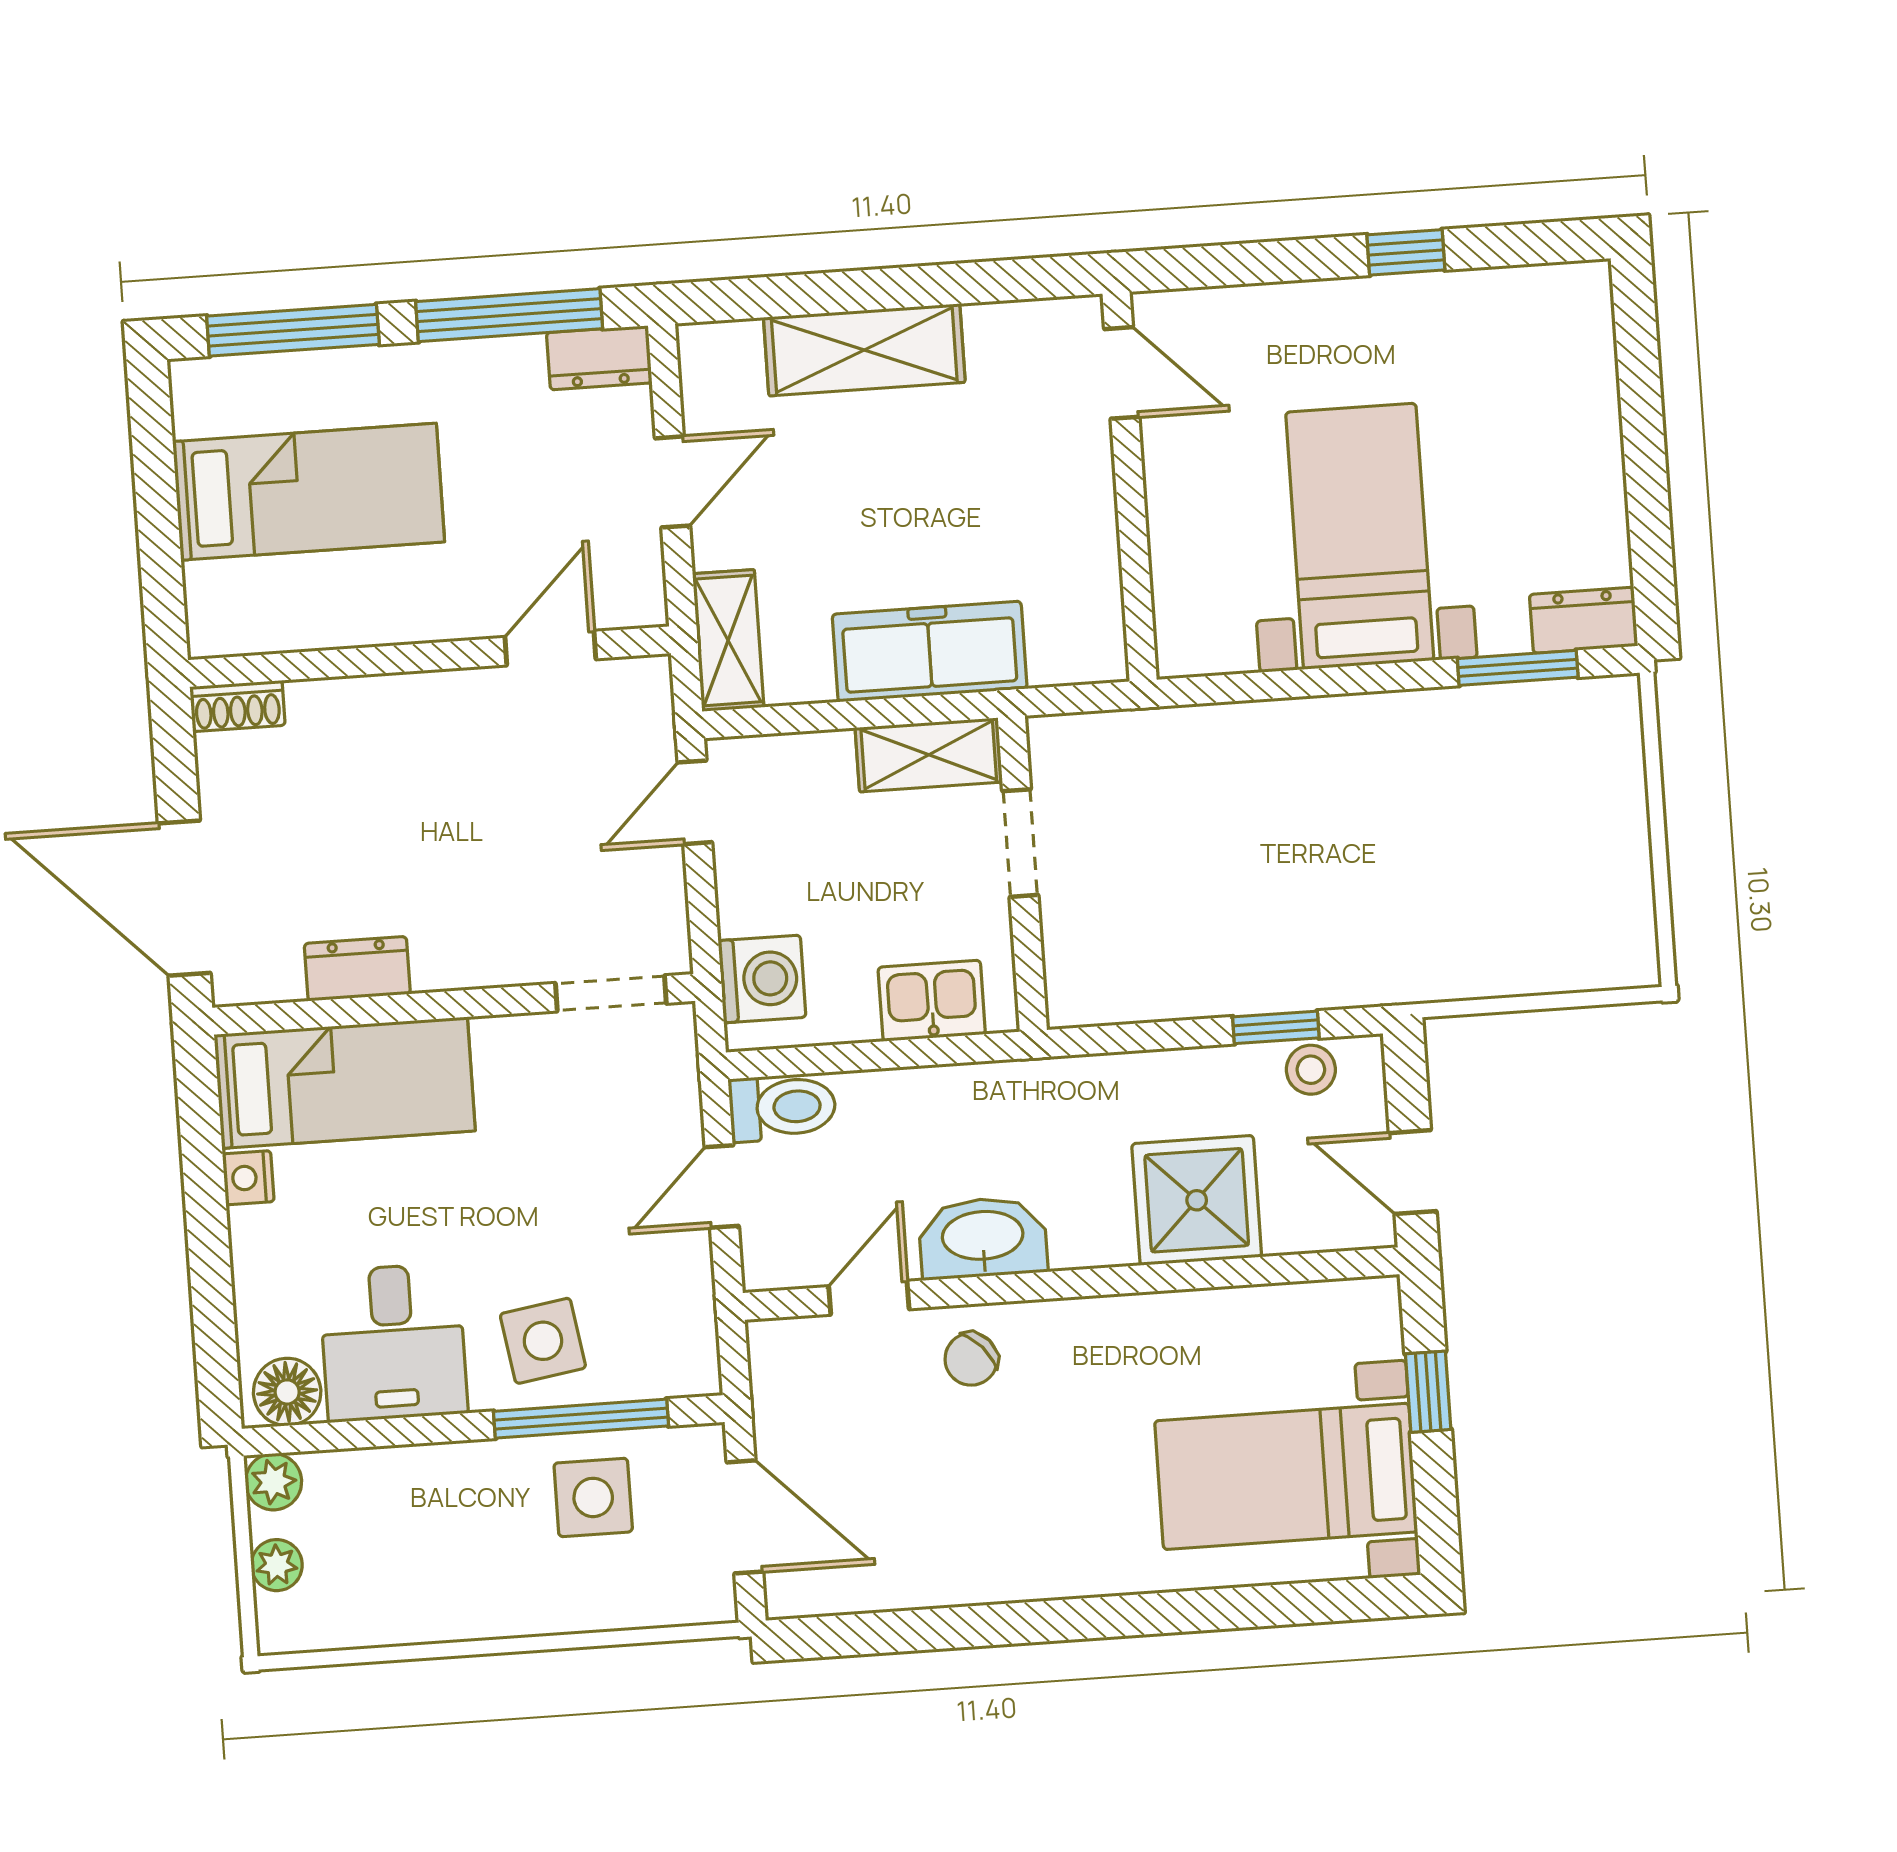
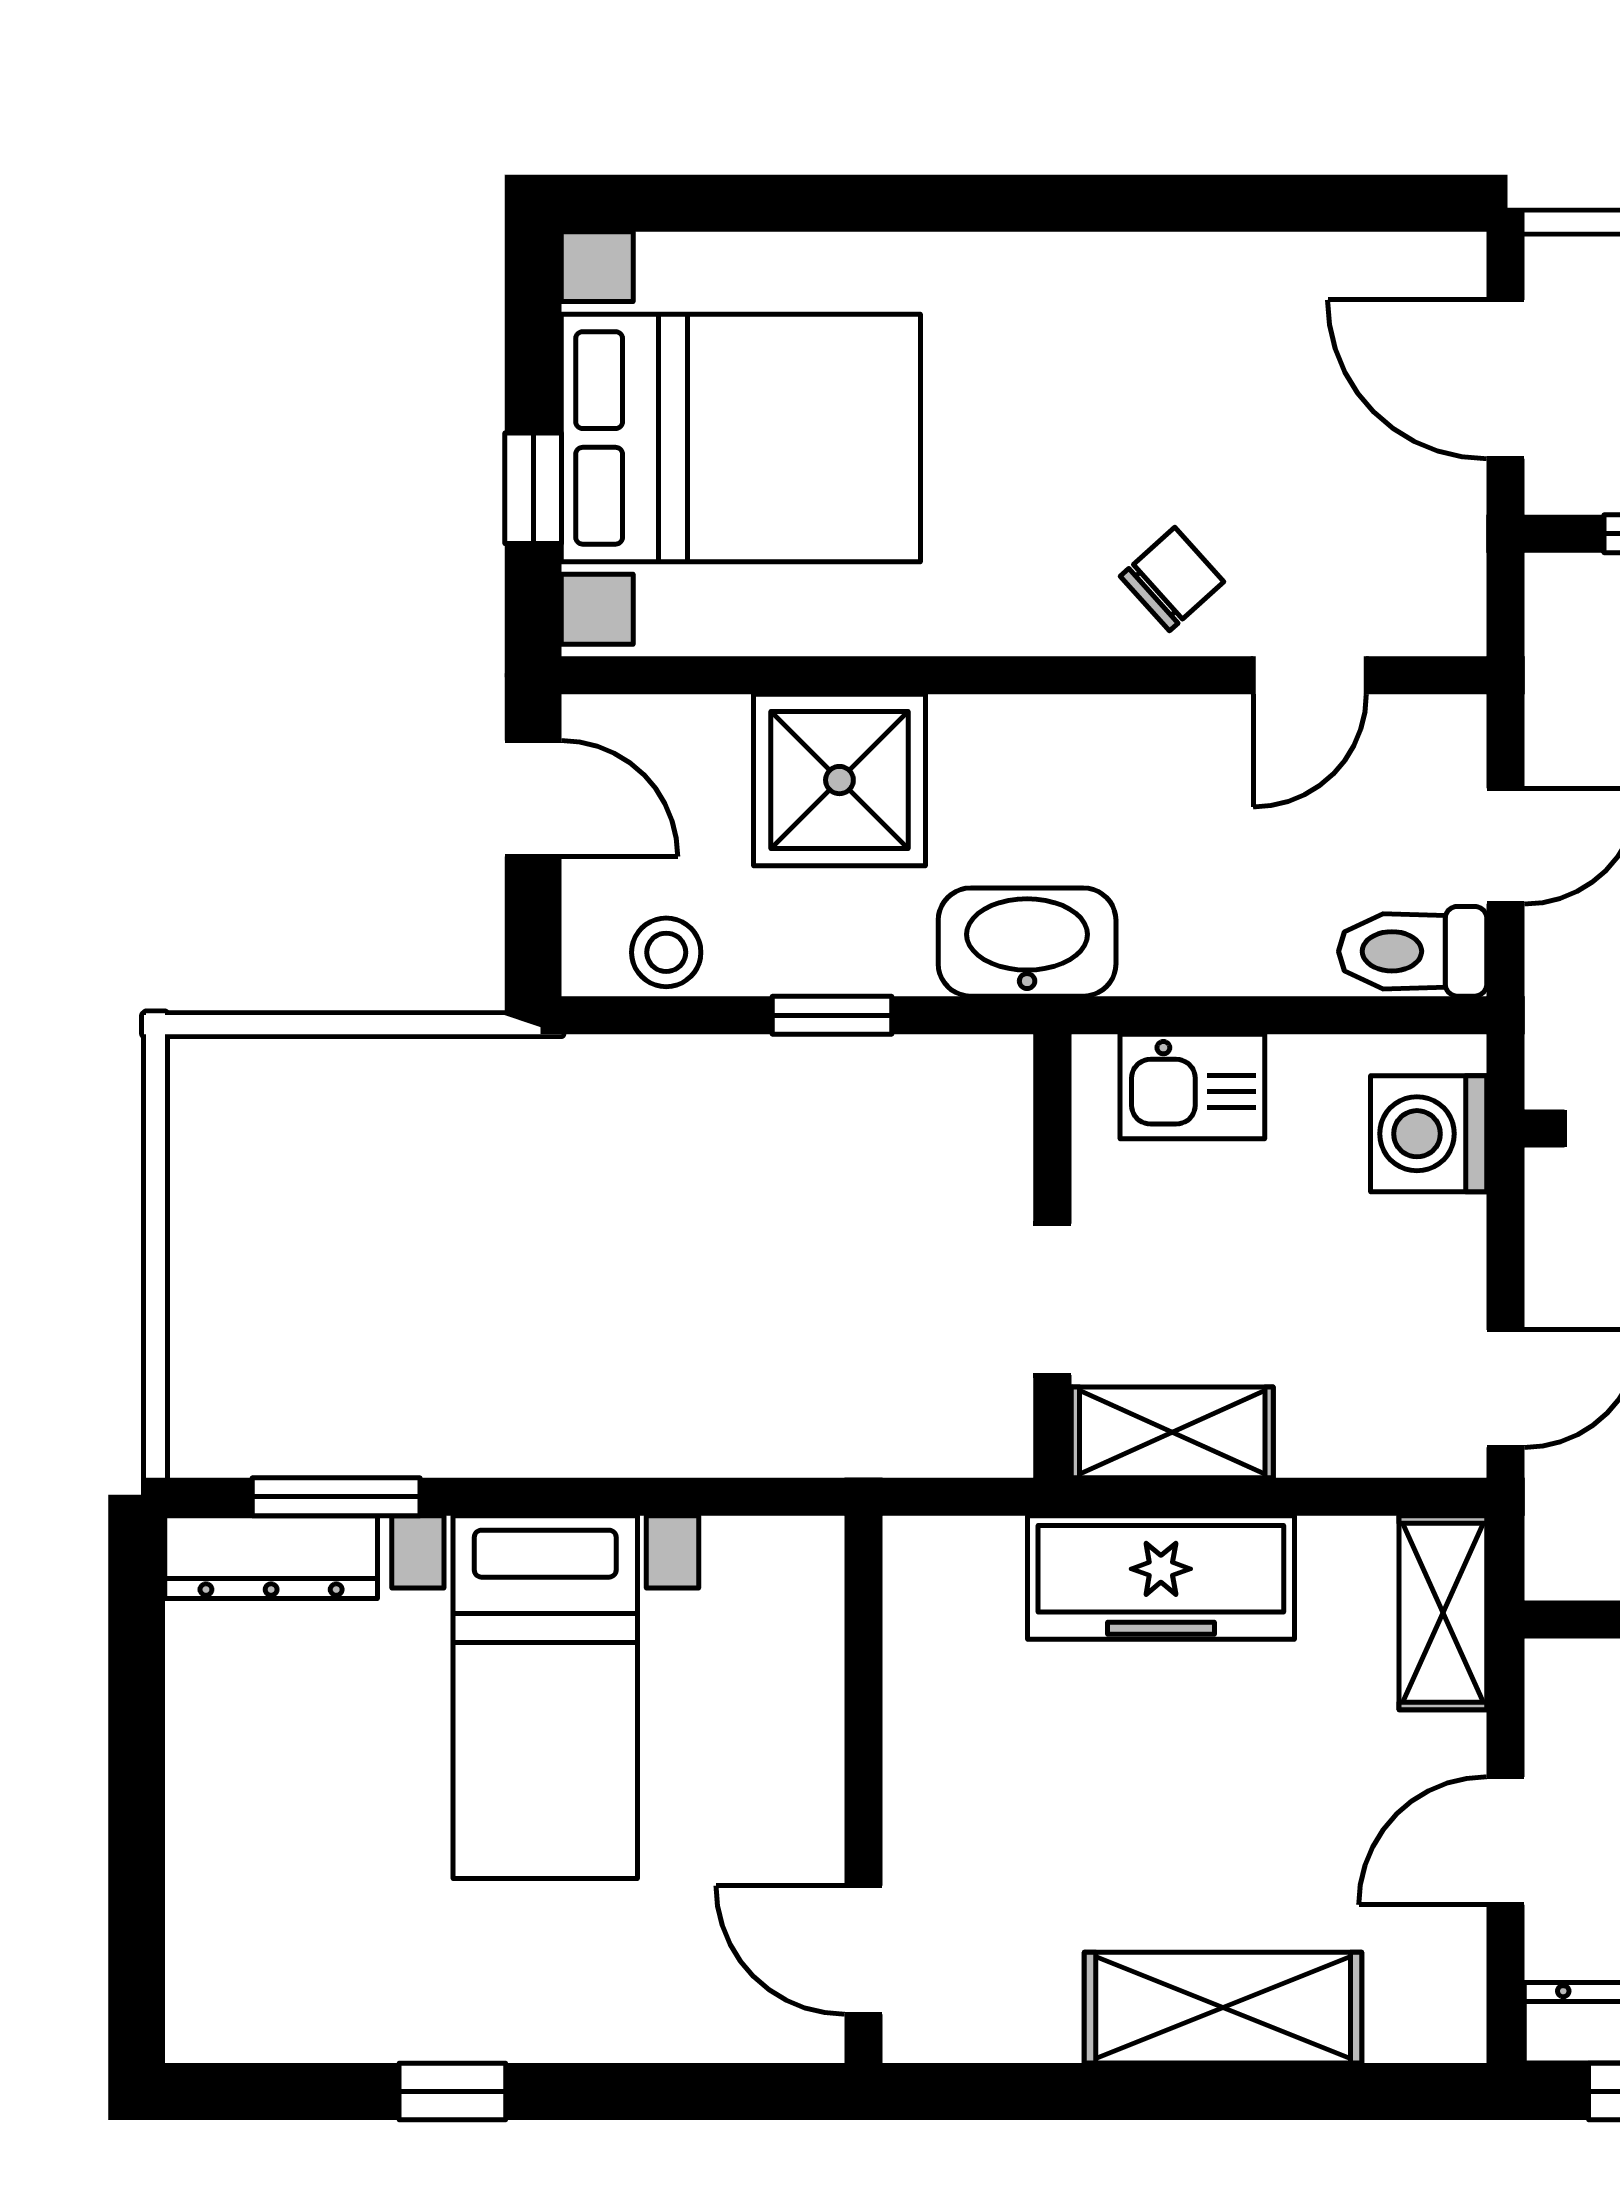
dresser: (1584, 620) -> (271, 1557), width x1.44
window: (1276, 1027) -> (832, 1015), moved
washbasin: (983, 1238) -> (1027, 942), moved, turned 180
bed with nightstands: (1286, 1476) -> (741, 438), width x1.36

